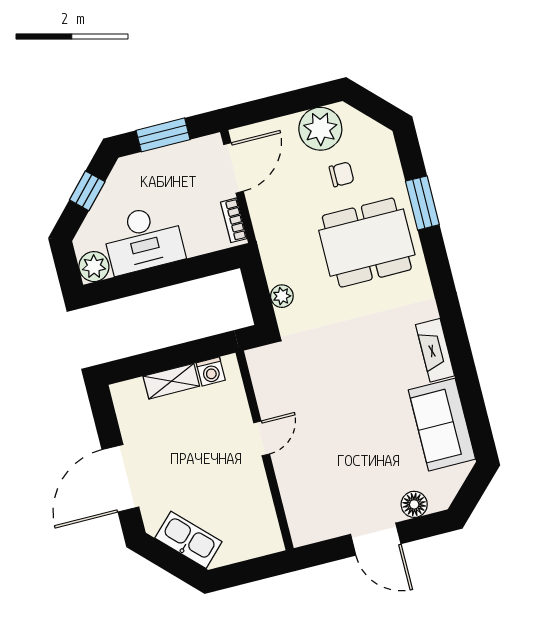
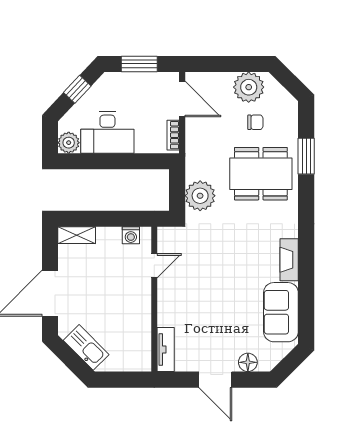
door: (233, 168) -> (182, 99), hinge flipped
plant: (282, 296) -> (200, 196), width x1.87, depth x1.87
shelving: (171, 381) -> (77, 235), moved
door: (262, 438) -> (154, 266), moved
tv unit: (298, 515) -> (166, 350), added

